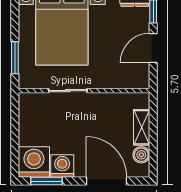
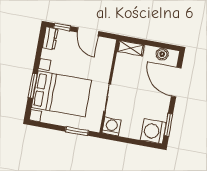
shelving: (142, 127) -> (131, 48), moved
washing machine: (62, 166) -> (112, 126), moved, turned 90
door: (107, 181) -> (176, 82), hinge flipped

